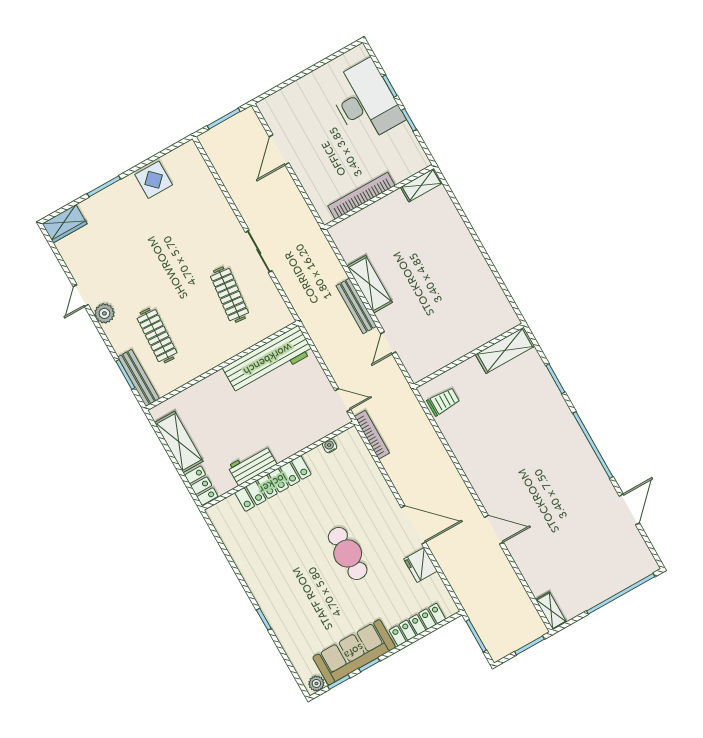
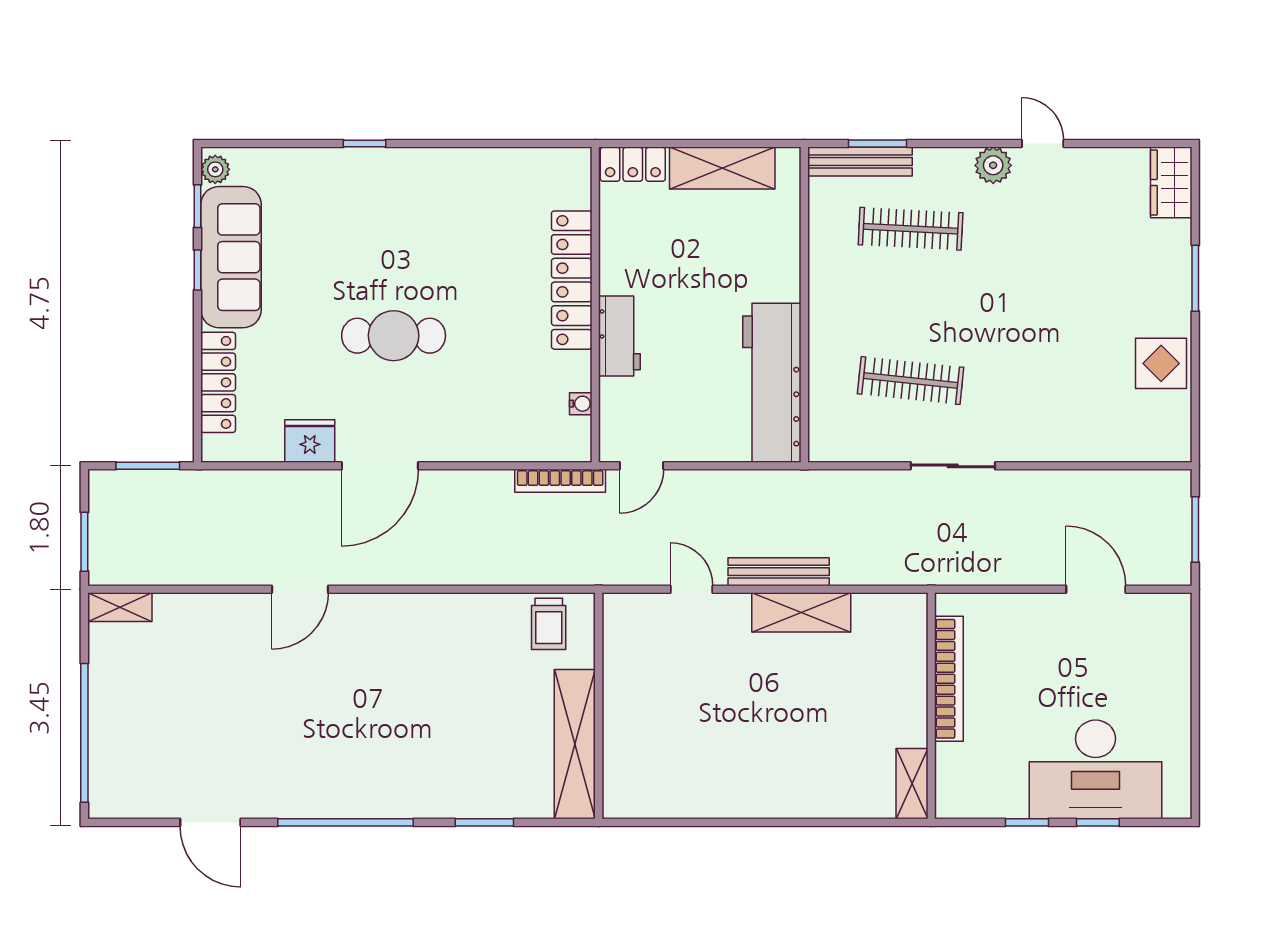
shelving: (505, 350) -> (575, 744), width x1.47
workbench: (252, 465) -> (619, 336), moved

